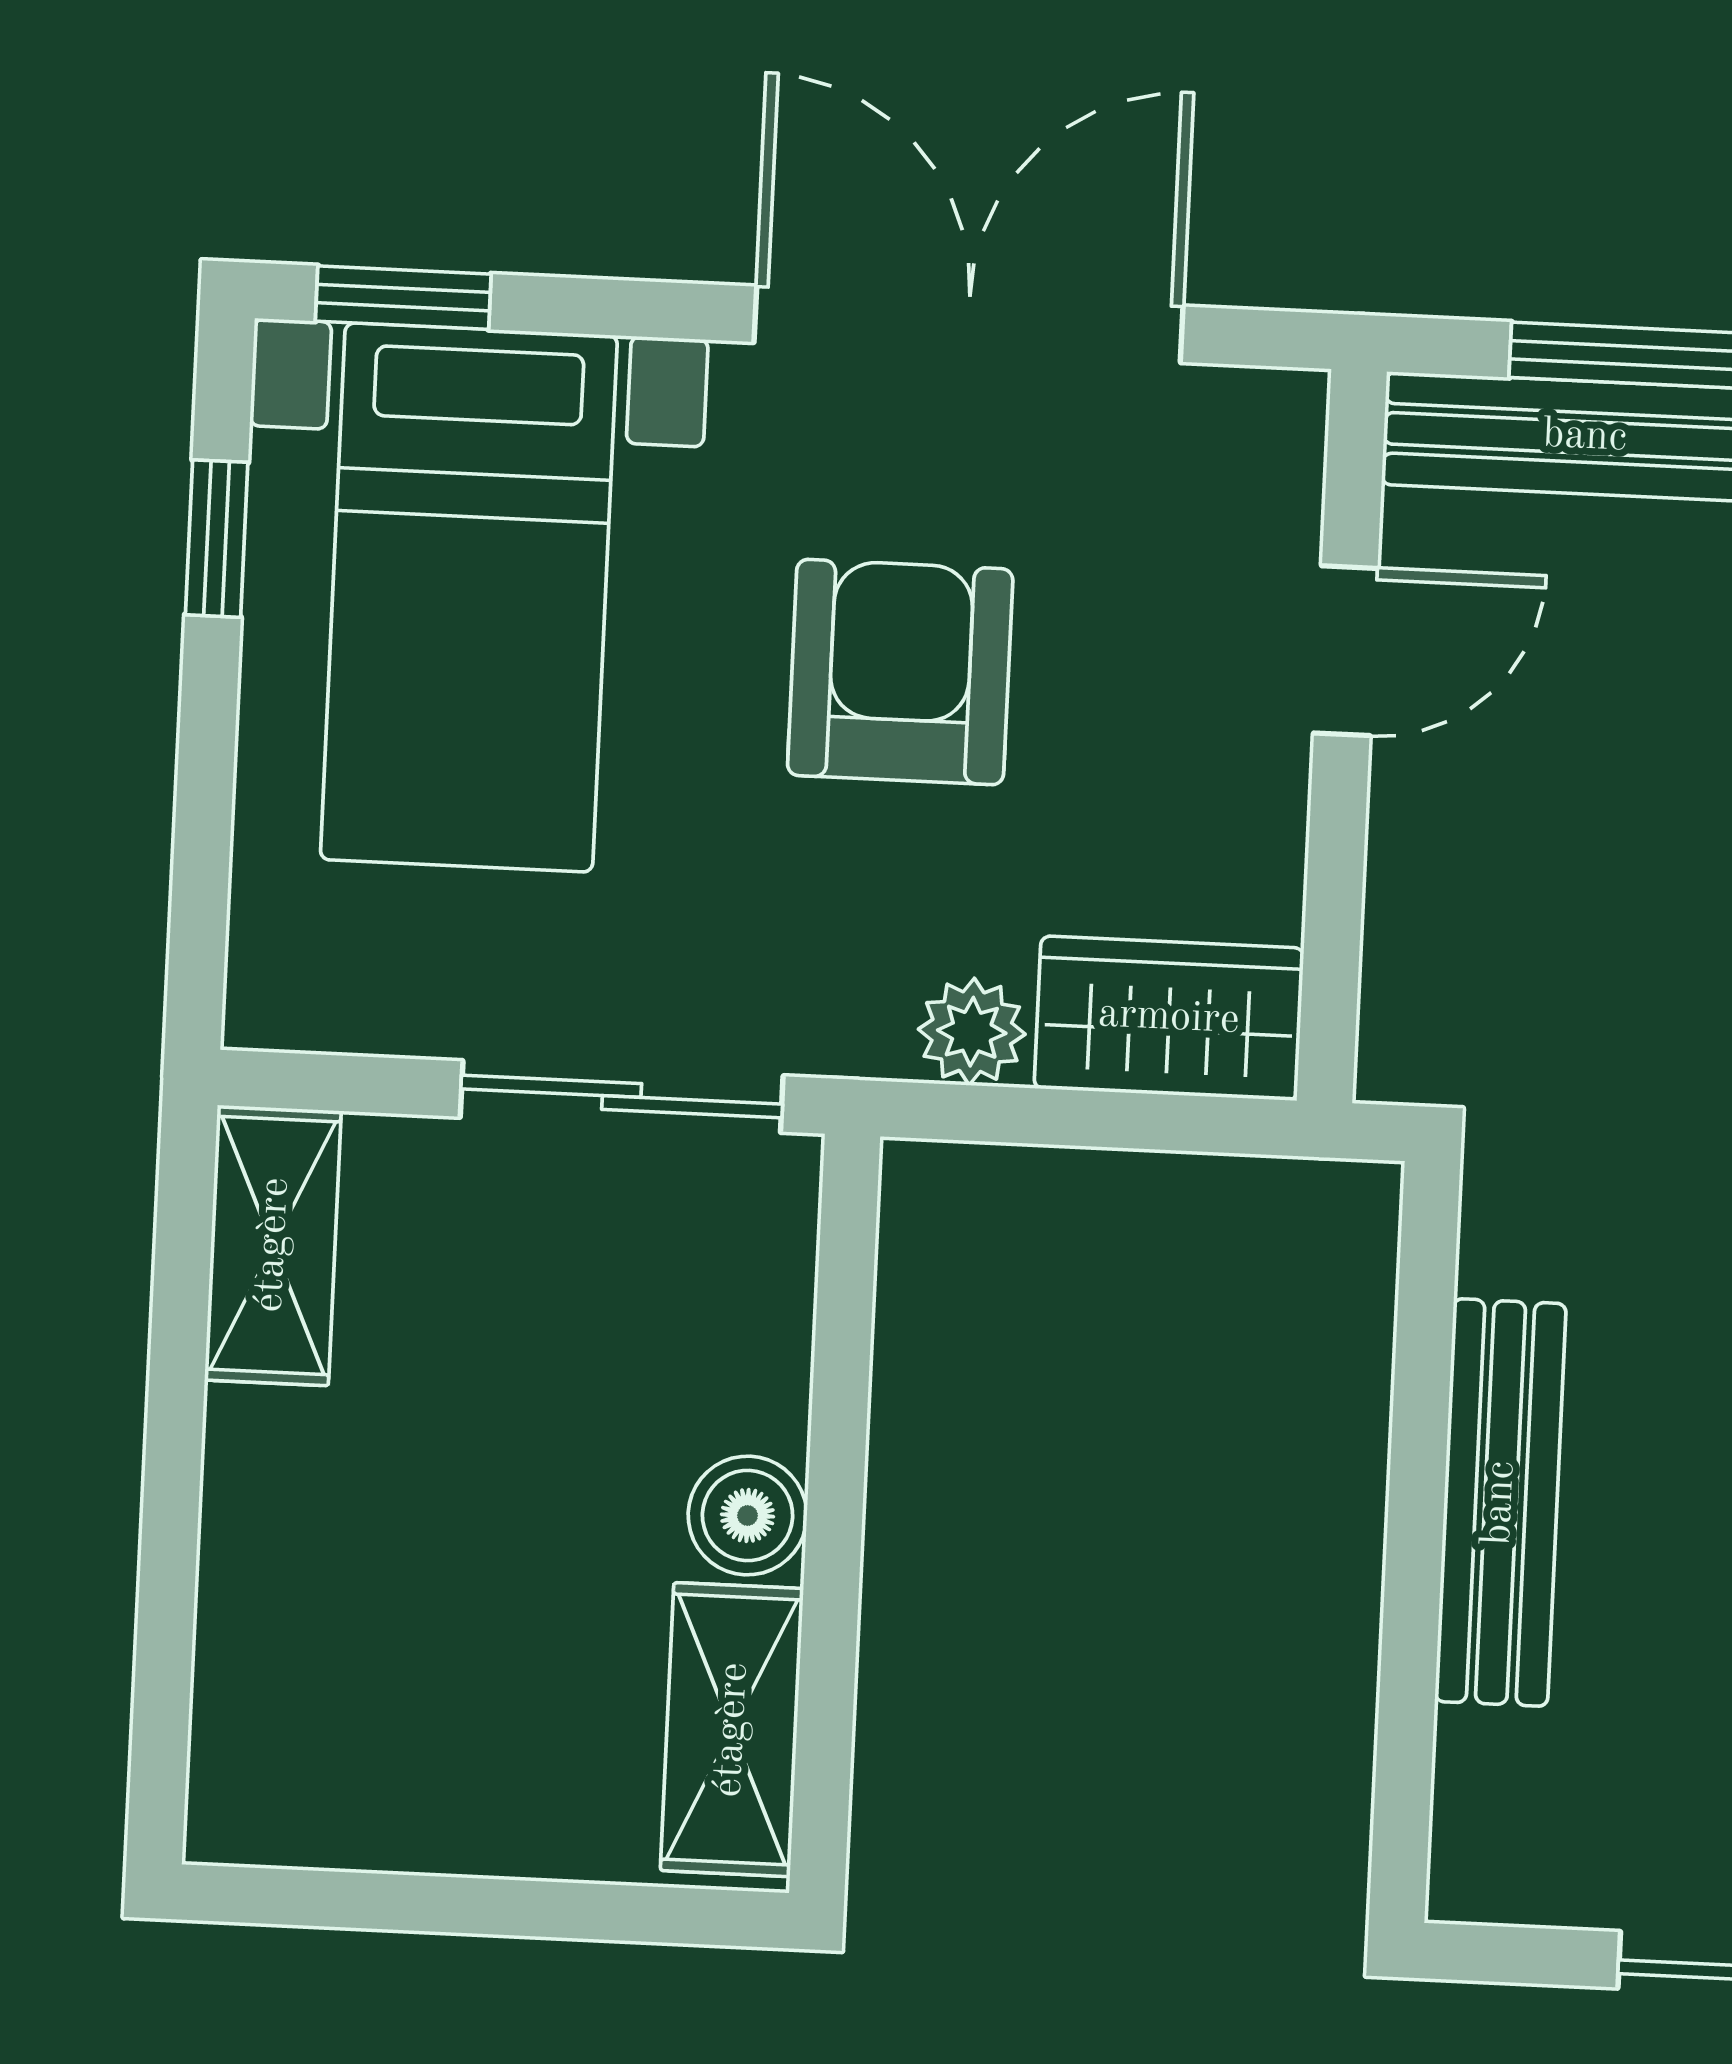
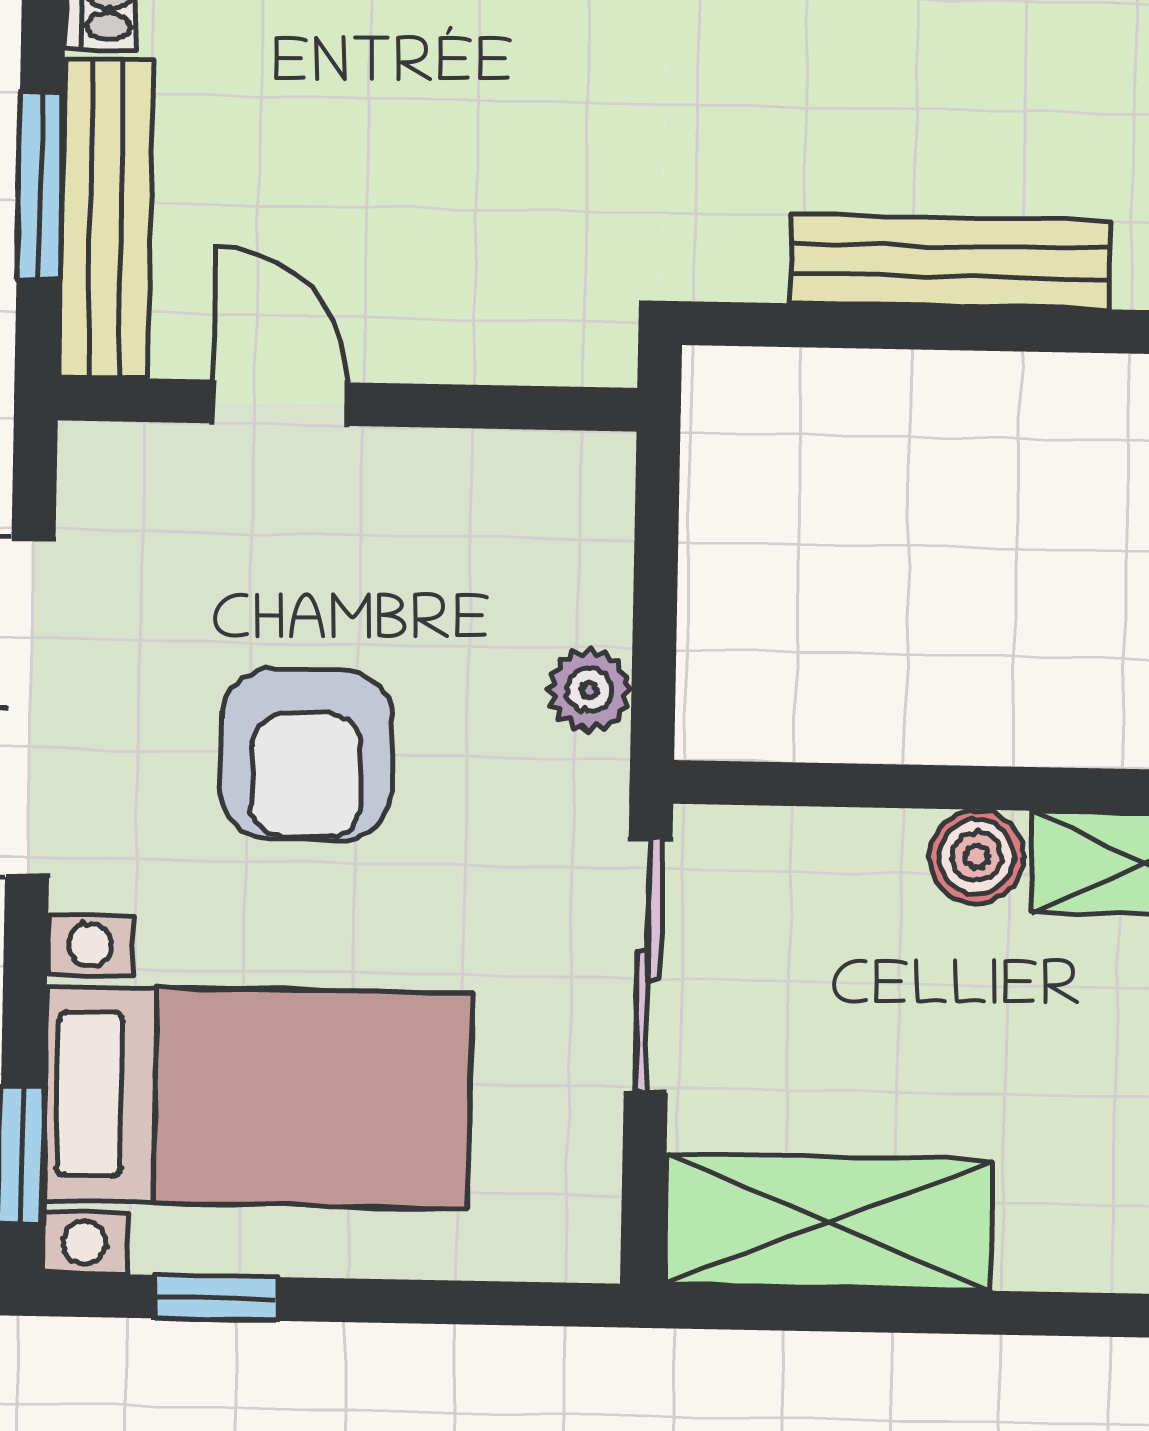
armchair: (900, 672) -> (307, 755), turned -90
wardrobe: (1169, 1018) -> (574, 534), removed
shelving: (273, 1245) -> (828, 1222), width x1.50, depth x1.33

